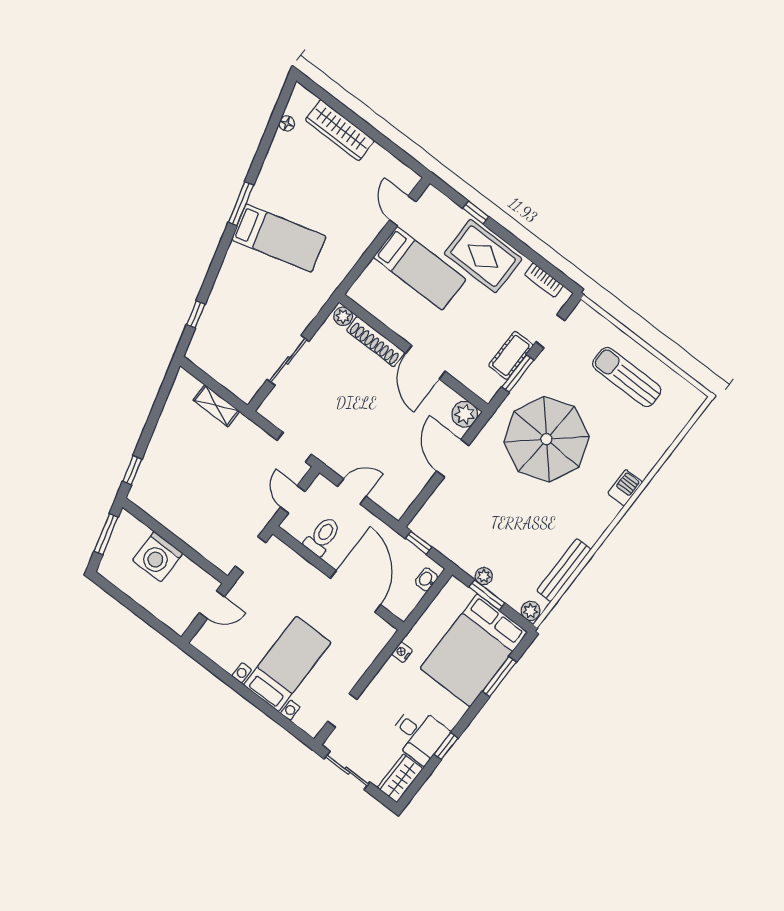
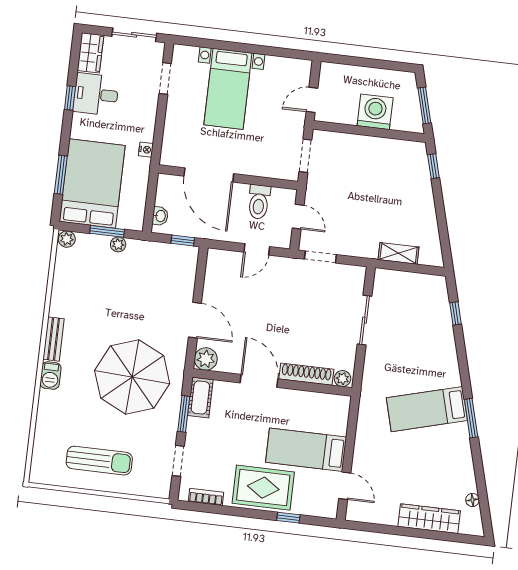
cot: (511, 355) -> (200, 398), moved
bench: (564, 570) -> (53, 339), moved, width x0.73

